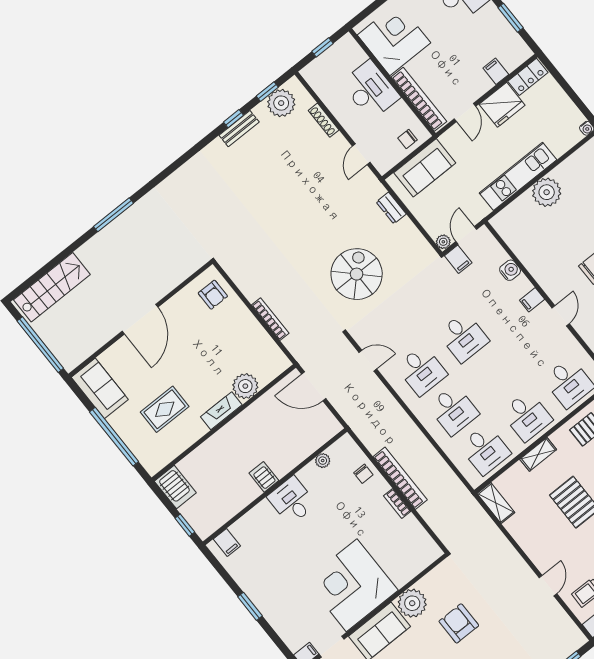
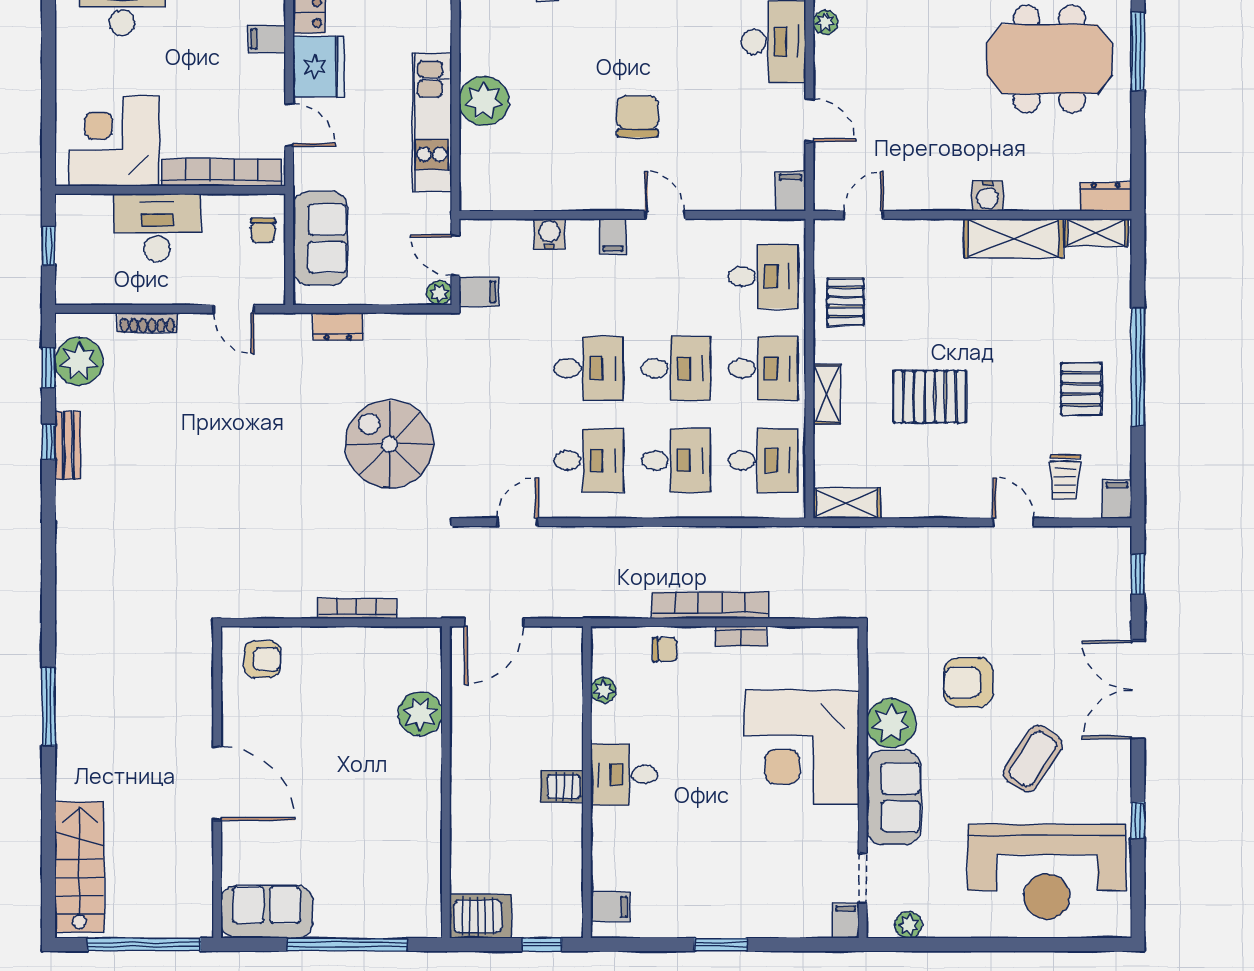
desk: (495, 377) -> (676, 368), added
rug: (165, 409) -> (364, 847), removed
fireplace: (221, 411) -> (427, 773), removed
corner desk: (352, 585) -> (802, 747), moved

